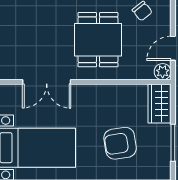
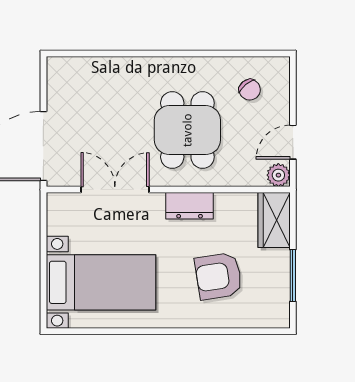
double door: (47, 82) -> (115, 190), swing flipped
dresser: (99, 93) -> (190, 206), added

